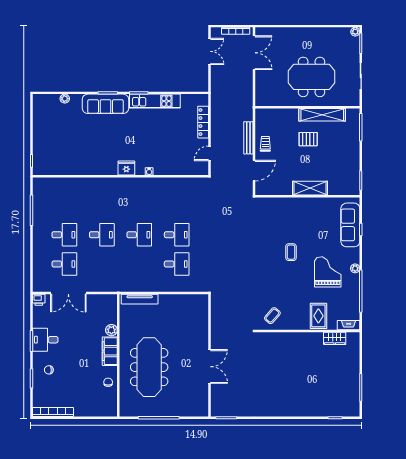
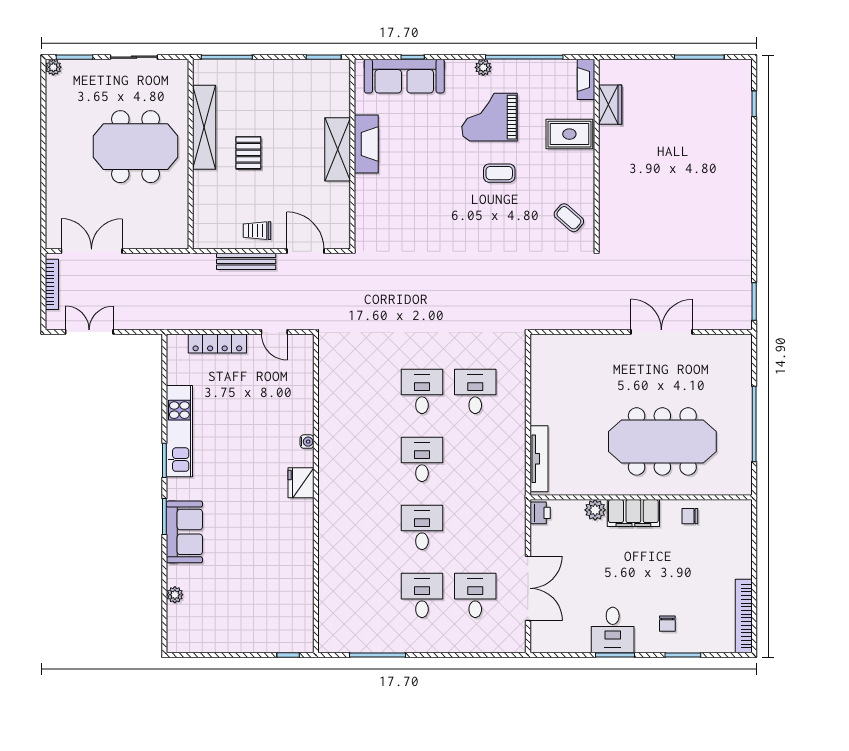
meeting table: (312, 77) -> (135, 147), turned 90
sofa: (105, 104) -> (184, 532), width x0.73
fireplace: (313, 204) -> (366, 144), added
coffee table: (291, 252) -> (499, 173), moved
printer: (39, 300) -> (540, 513), moved

